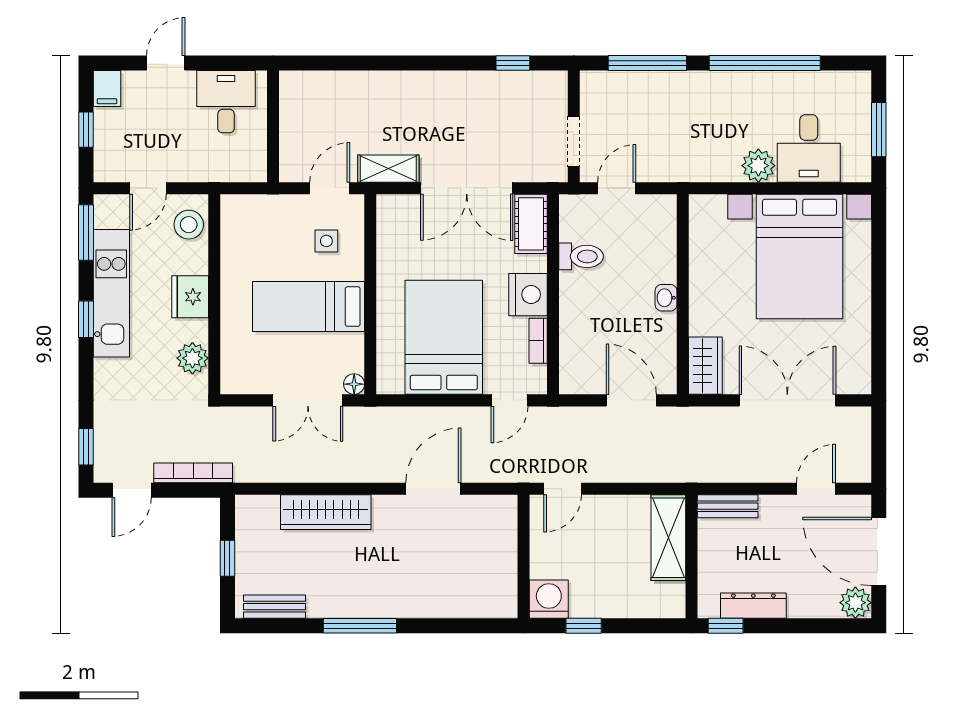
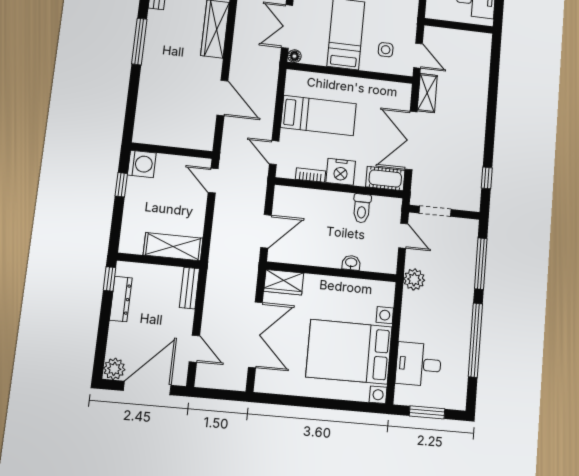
plant: (758, 166) -> (414, 279), moved
washbasin: (666, 298) -> (351, 263), moved
bed: (444, 337) -> (319, 116), width x0.67

